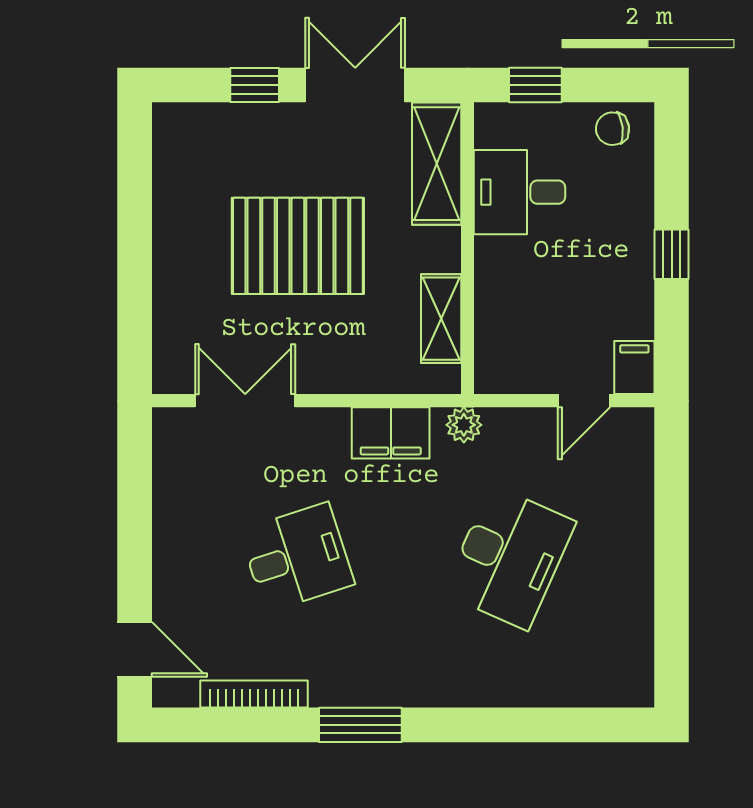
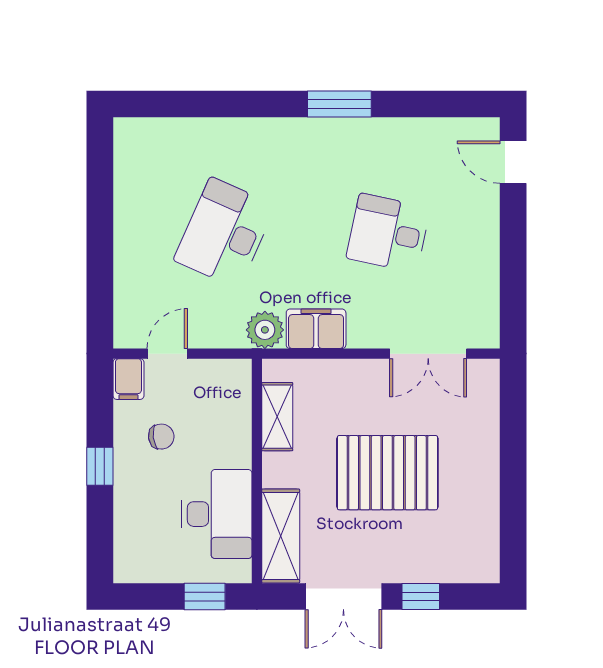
chair: (612, 129) -> (161, 437), moved
desk: (520, 192) -> (217, 514), width x1.37
plant: (464, 425) -> (265, 330), width x1.38, depth x1.38
desk: (297, 557) -> (388, 233), turned 30
bookcase: (254, 694) -> (421, 128), removed

